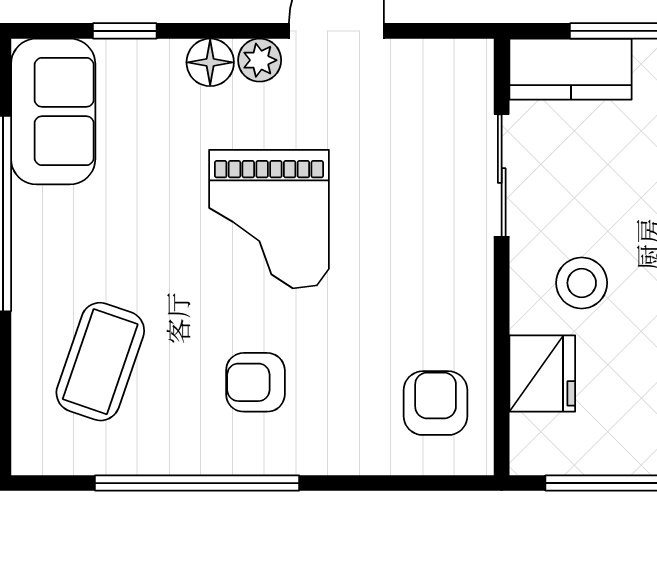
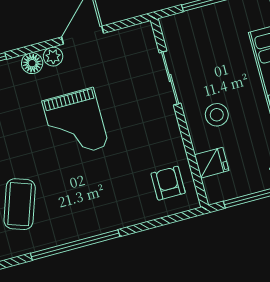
kitchen counter: (571, 69) -> (187, 24), removed
fridge: (542, 374) -> (212, 163), width x0.72
armchair: (255, 382) -> (88, 195), removed

